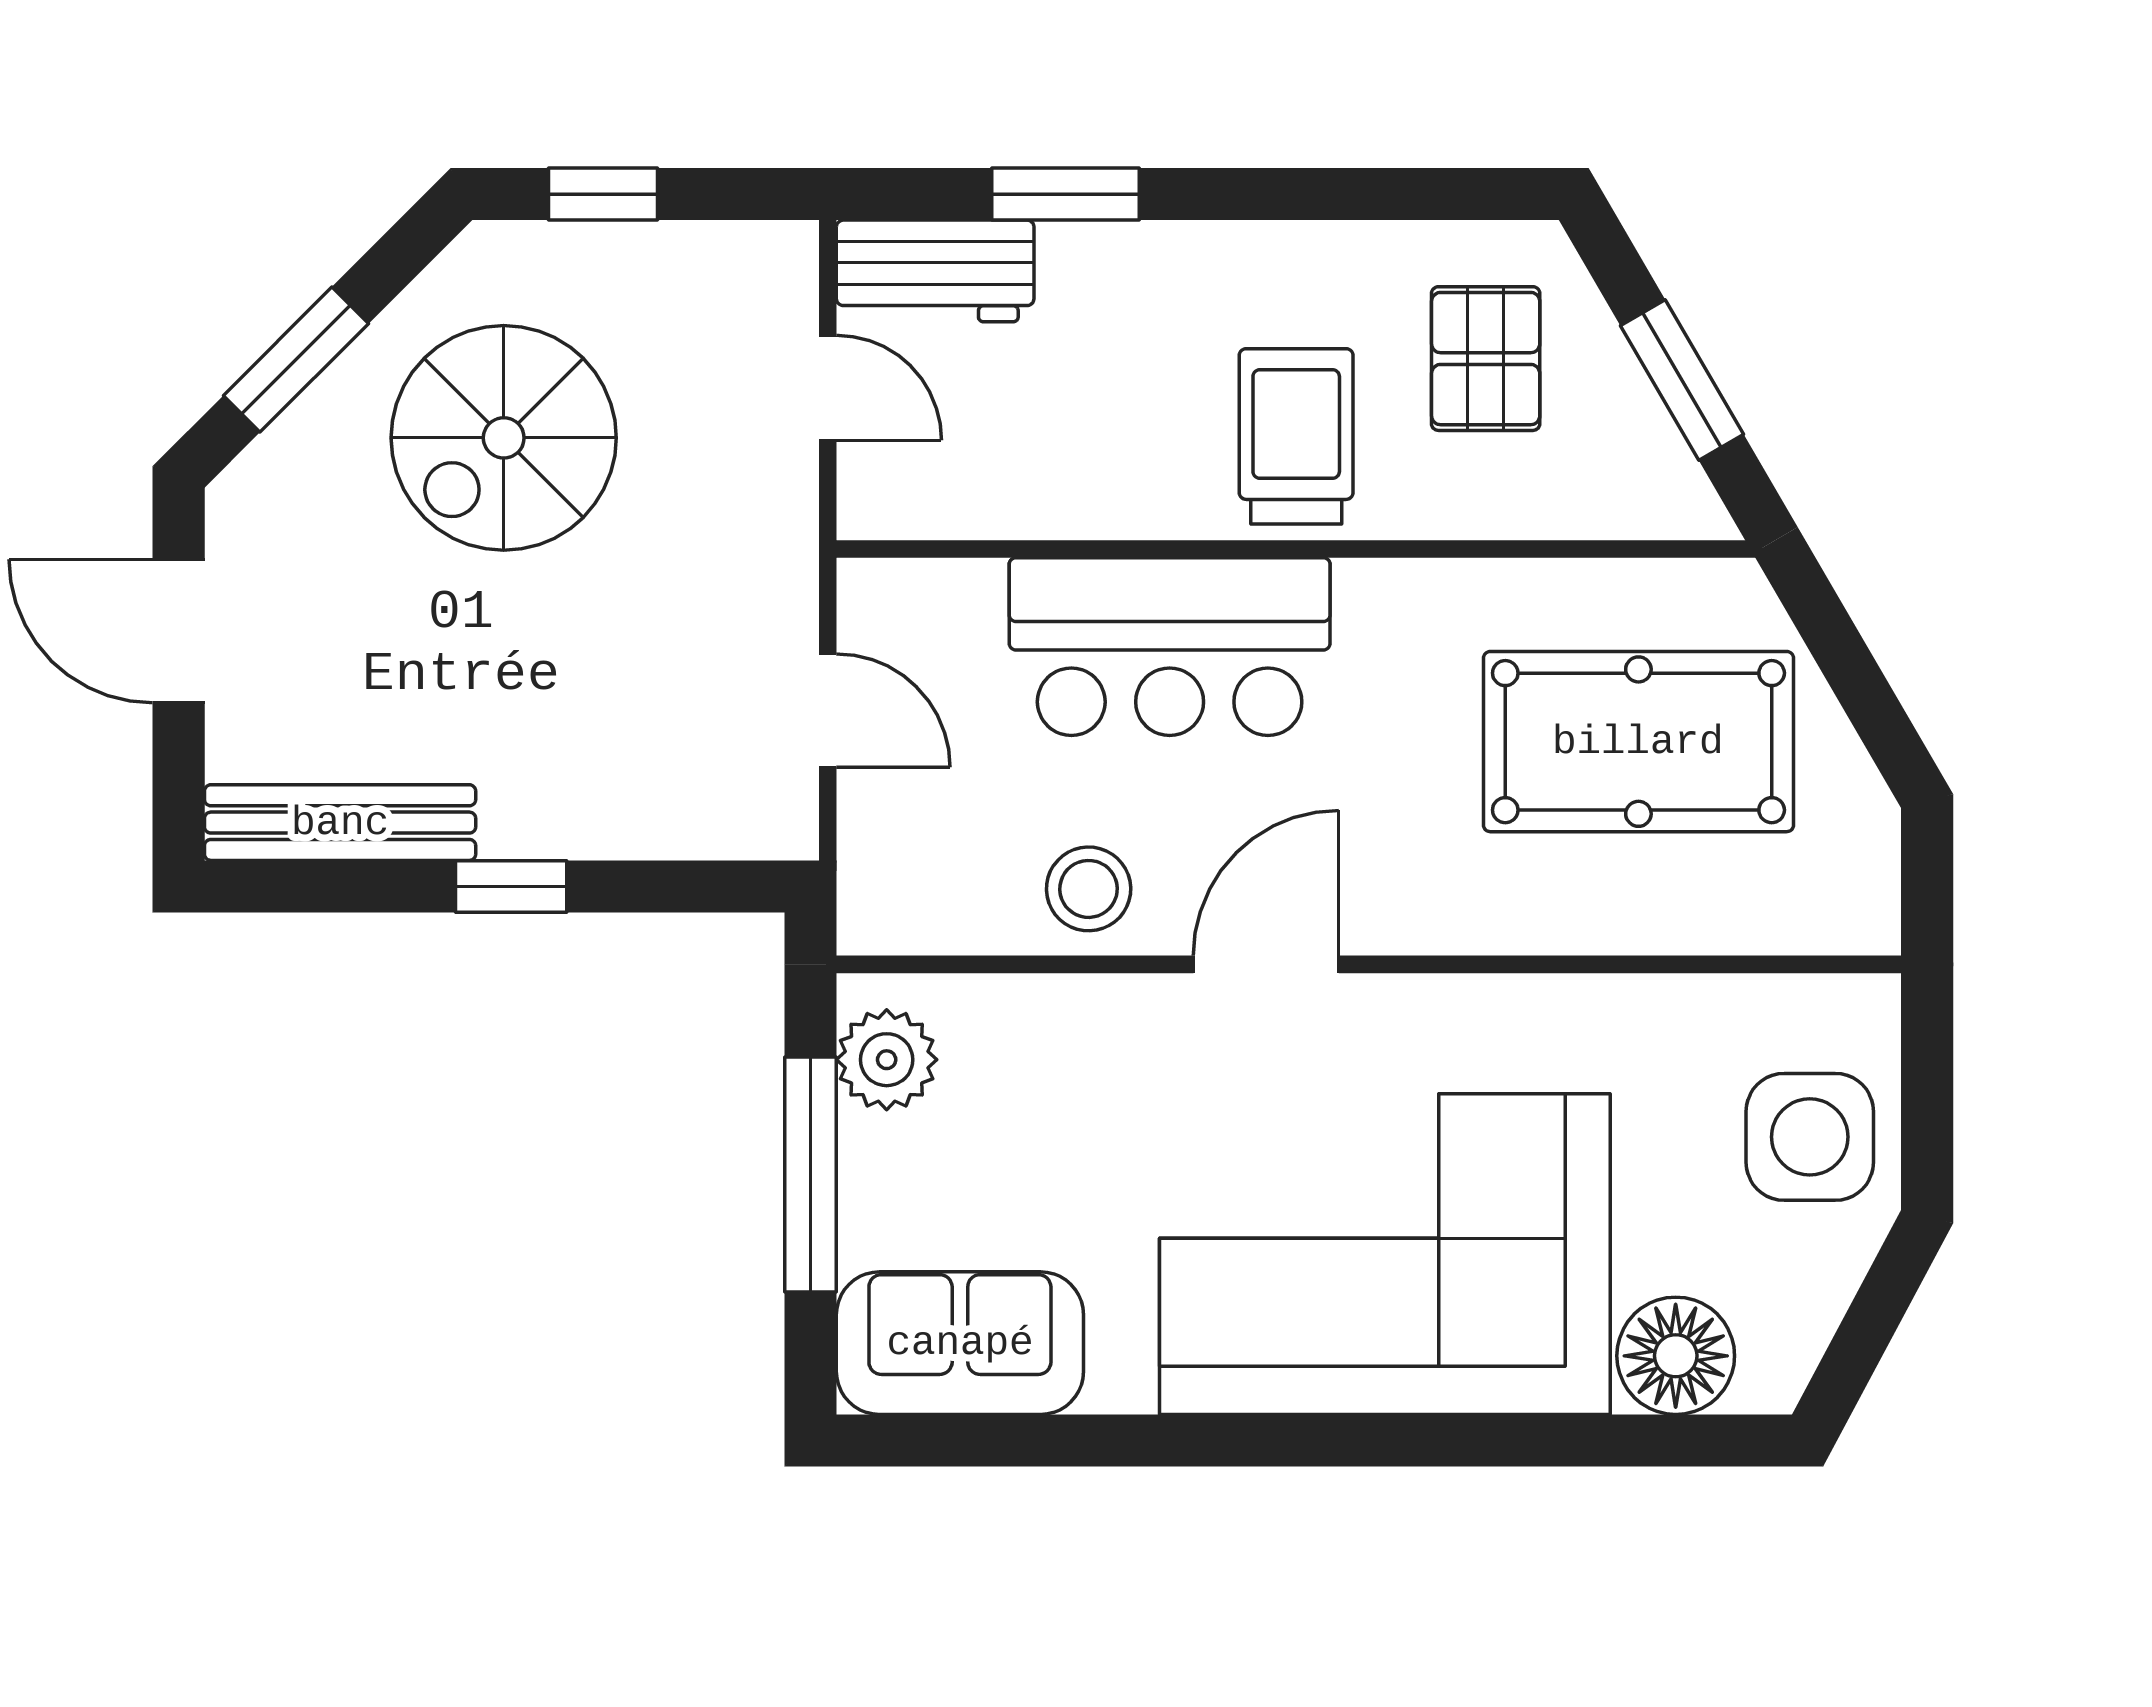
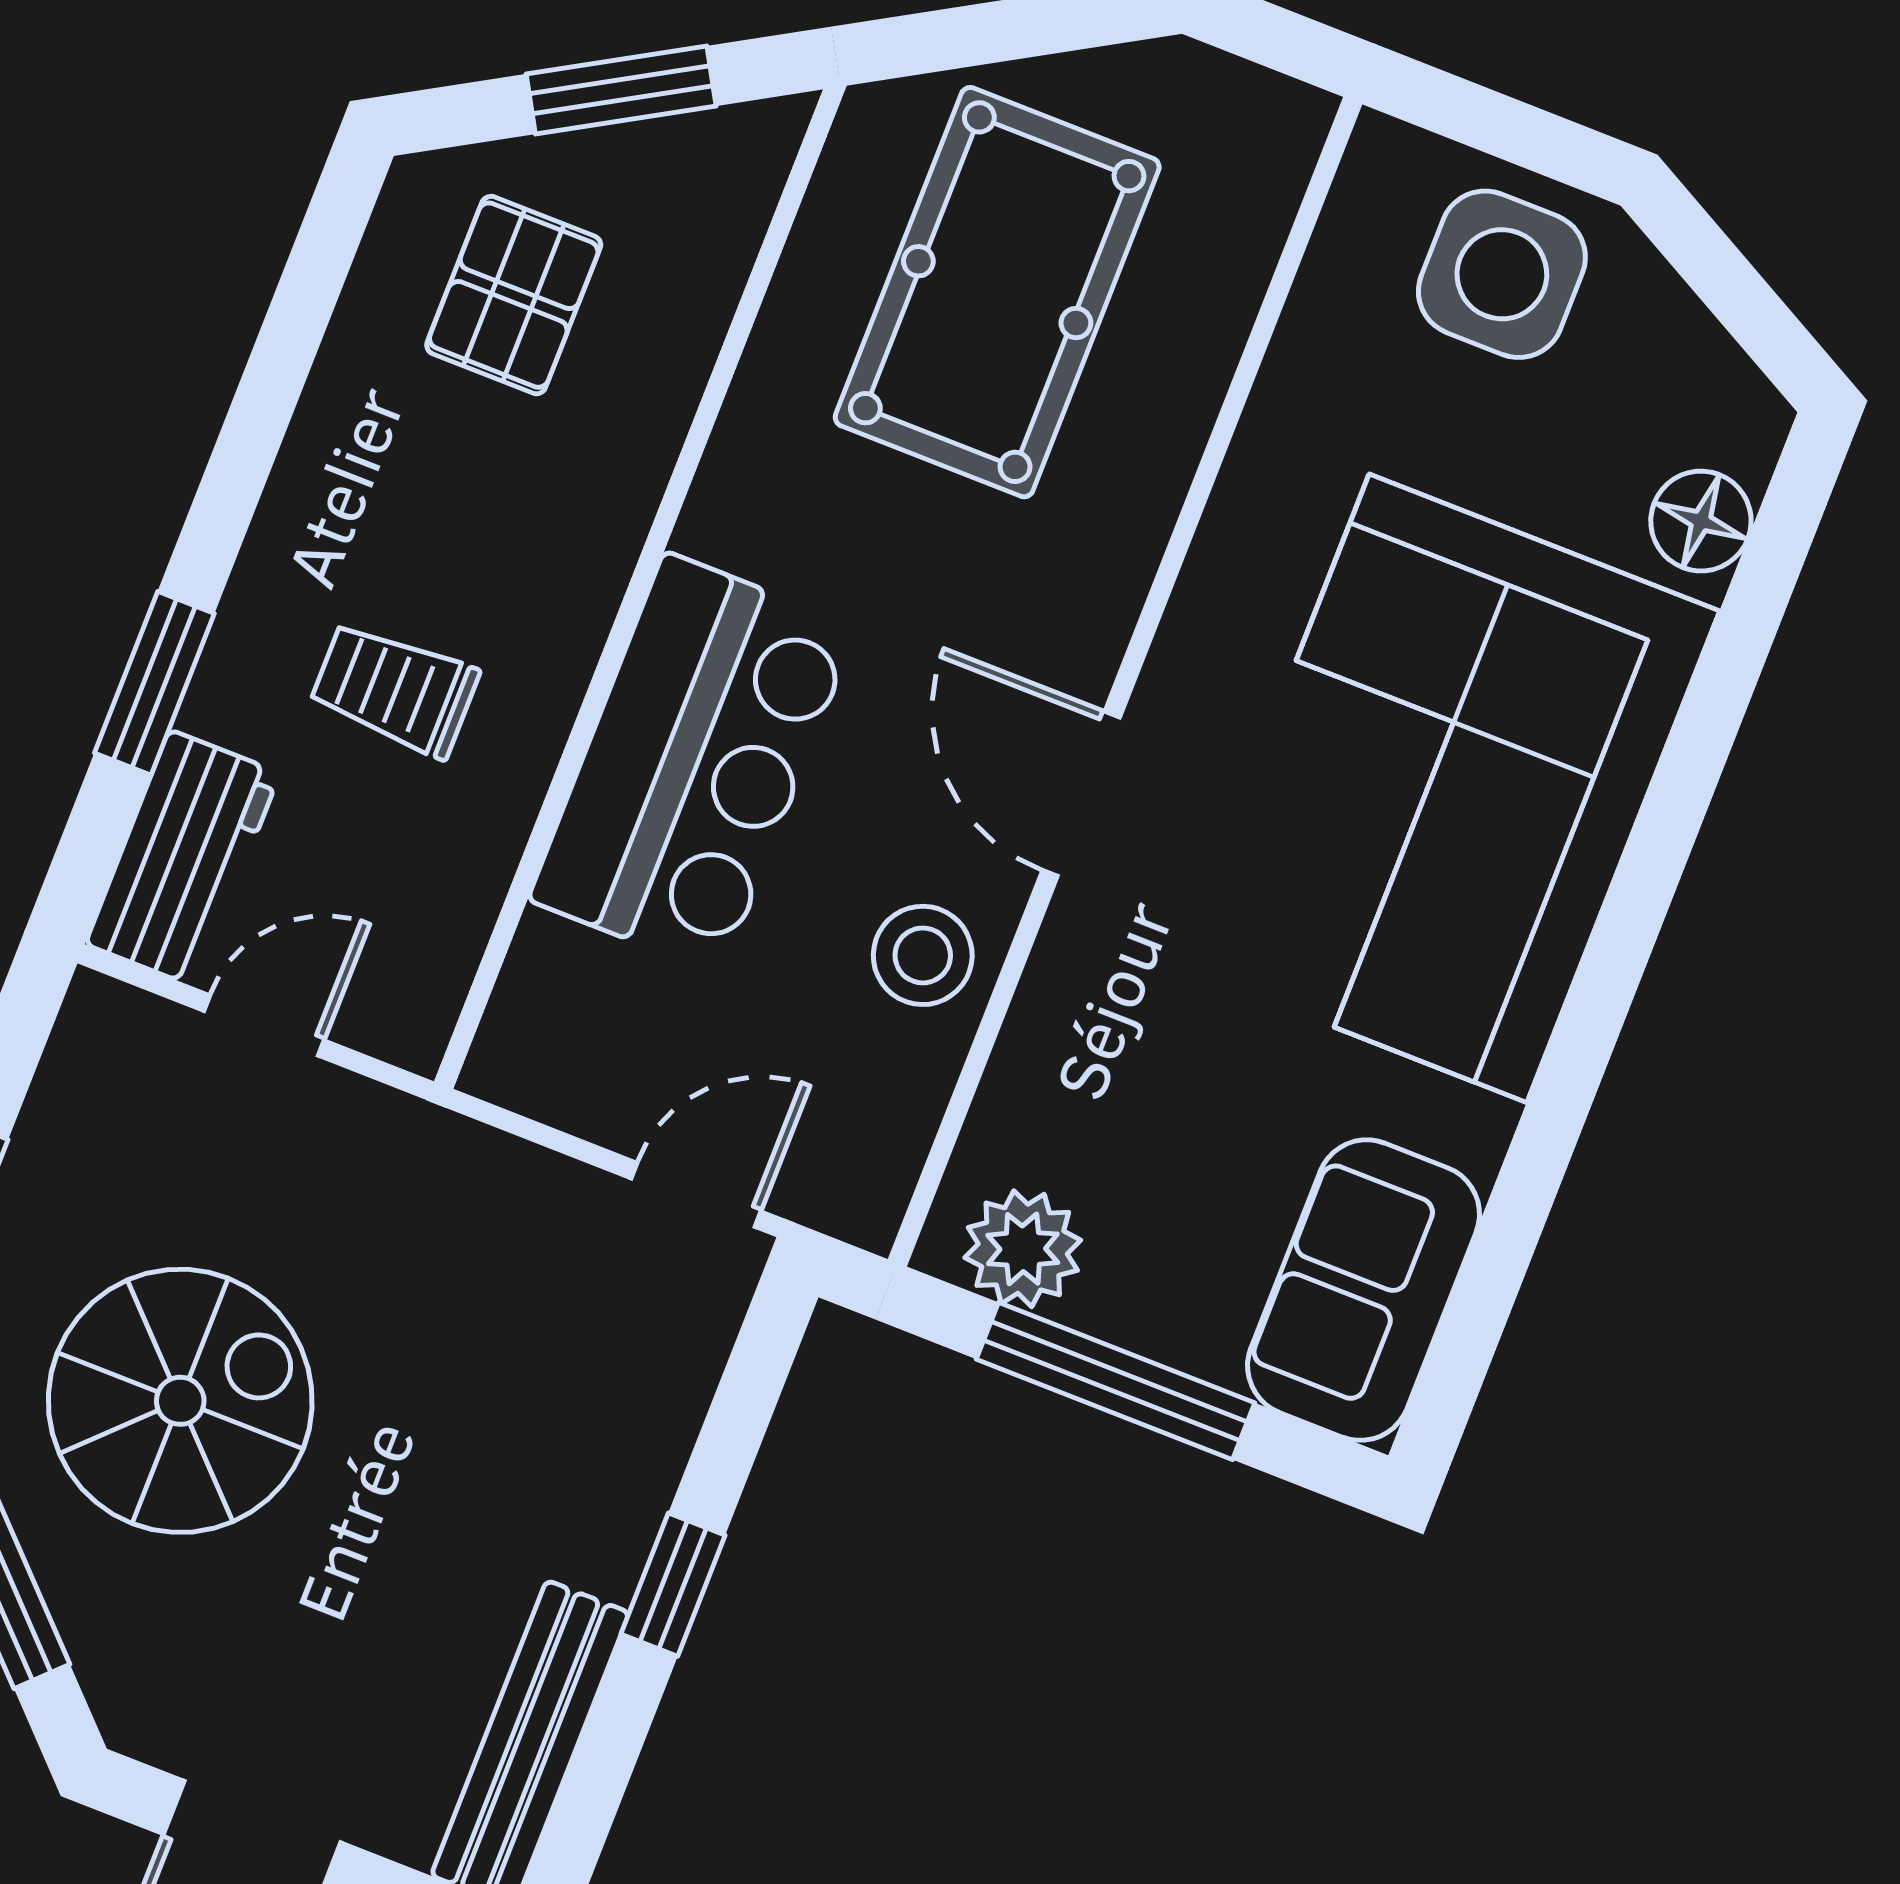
pallet: (1486, 359) -> (514, 295), turned 90
trolley: (1296, 436) -> (394, 689), moved, width x0.73, depth x0.72
spiral stairs: (504, 438) -> (180, 1401), turned -90
door: (828, 711) -> (696, 1195), moved
floor lamp: (1676, 1356) -> (1701, 521), width x0.73, depth x0.73

